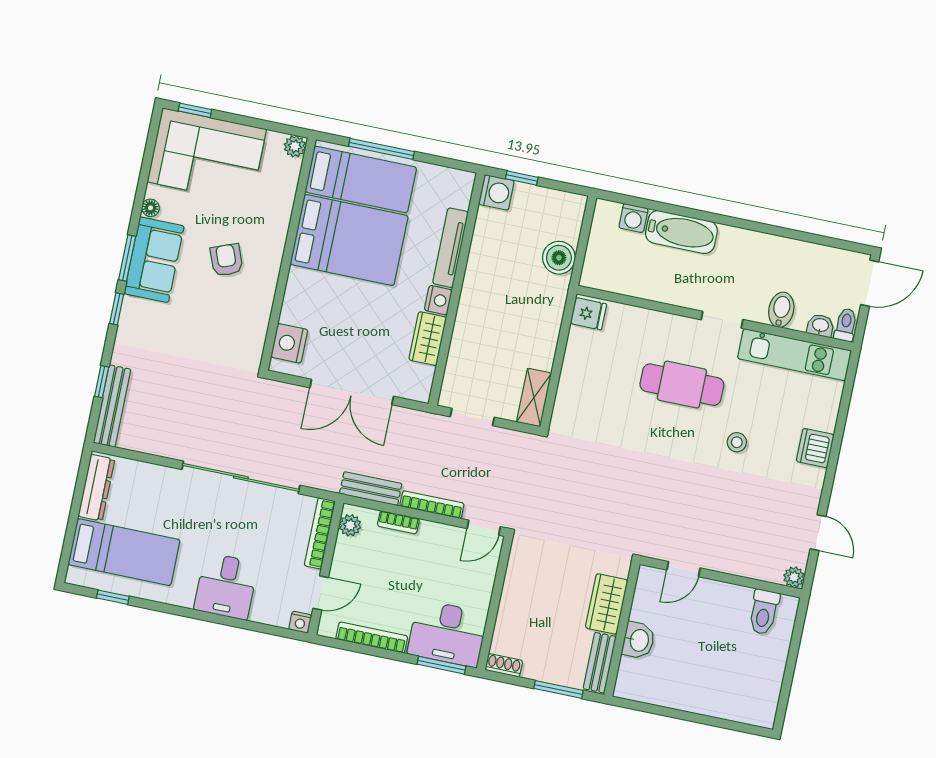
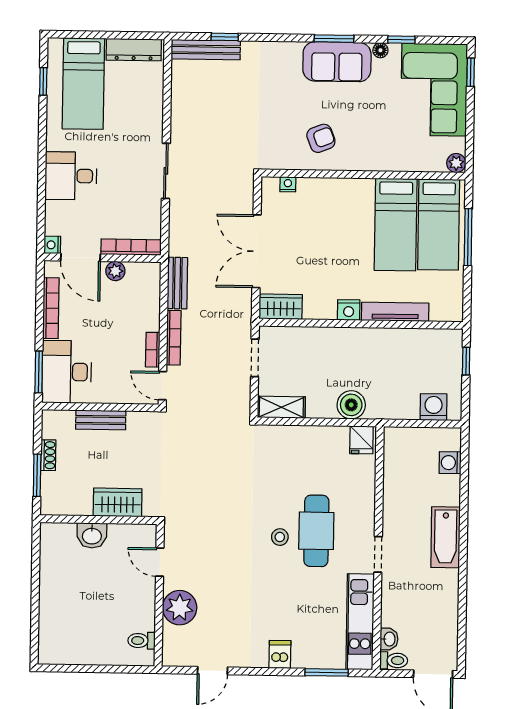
washing machine: (496, 192) -> (434, 407), moved, turned 180
bathtub: (681, 232) -> (446, 537), moved
bed: (349, 240) -> (396, 225), width x0.67
boiler: (559, 258) -> (351, 405), moved
armchair: (227, 260) -> (321, 138), moved
window: (117, 309) -> (401, 40), moved
bidet: (781, 310) -> (396, 603), removed
wardrobe: (428, 339) -> (281, 307), moved
nightstand: (289, 343) -> (288, 184), width x0.53, depth x0.56
window: (845, 404) -> (327, 672), added
stool: (737, 442) -> (280, 537), moved
dishwasher: (815, 448) -> (280, 654), width x0.73
sliding door: (241, 477) -> (166, 171), width x0.54
bookcase: (398, 522) -> (153, 350), moved
plant: (350, 525) -> (115, 271), moved
plant: (794, 577) -> (180, 608), moved, width x1.88, depth x1.88
door: (321, 593) -> (81, 257), width x1.37
toilet: (764, 612) -> (141, 641), width x0.73, depth x0.72
bench: (600, 663) -> (101, 420), moved
shoe rack: (504, 665) -> (48, 455), moved

